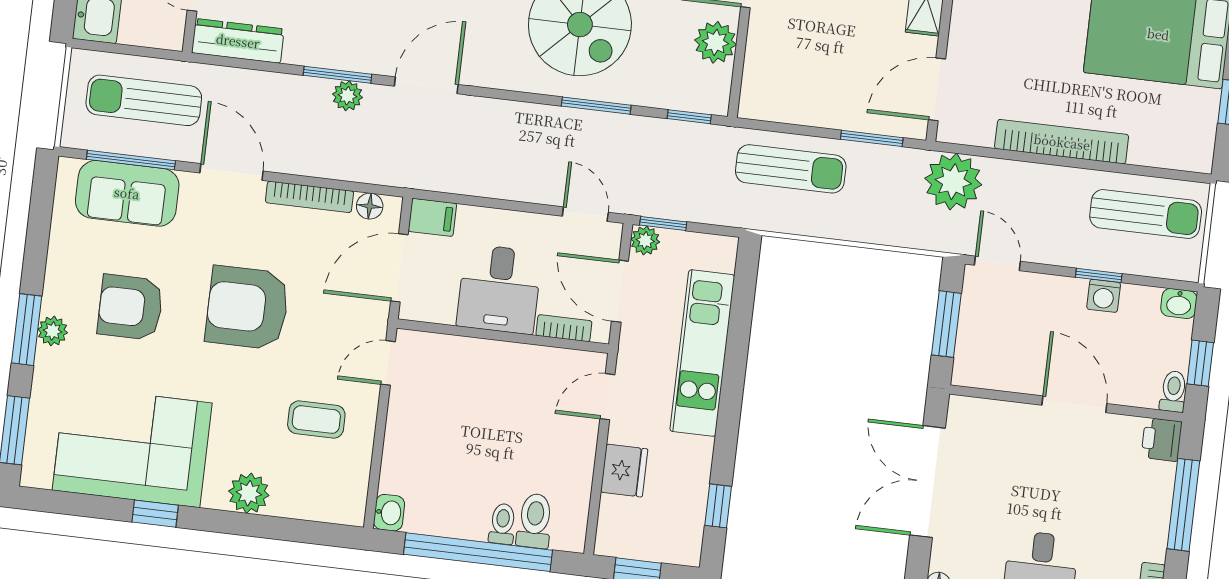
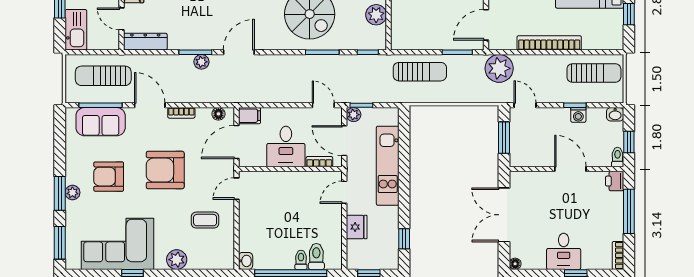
bookcase: (309, 197) -> (181, 113), width x0.64

